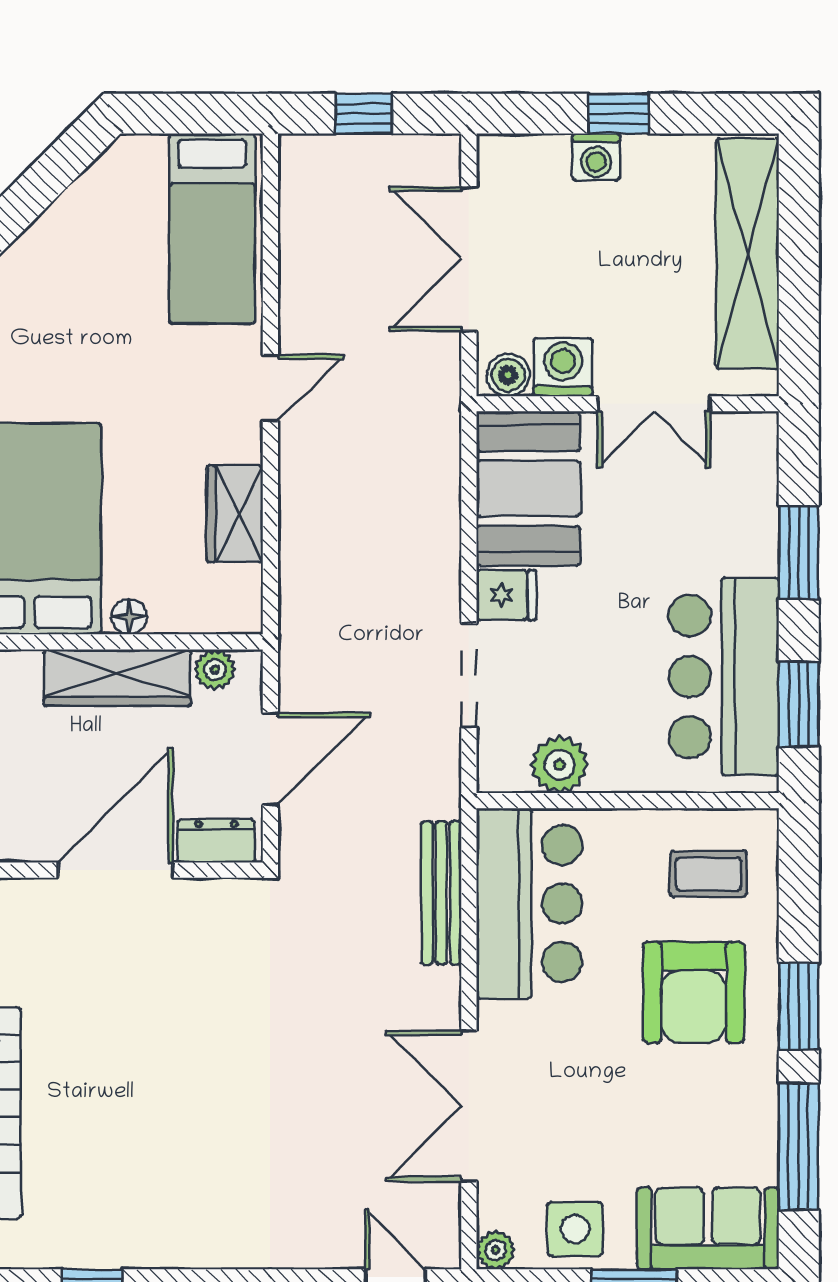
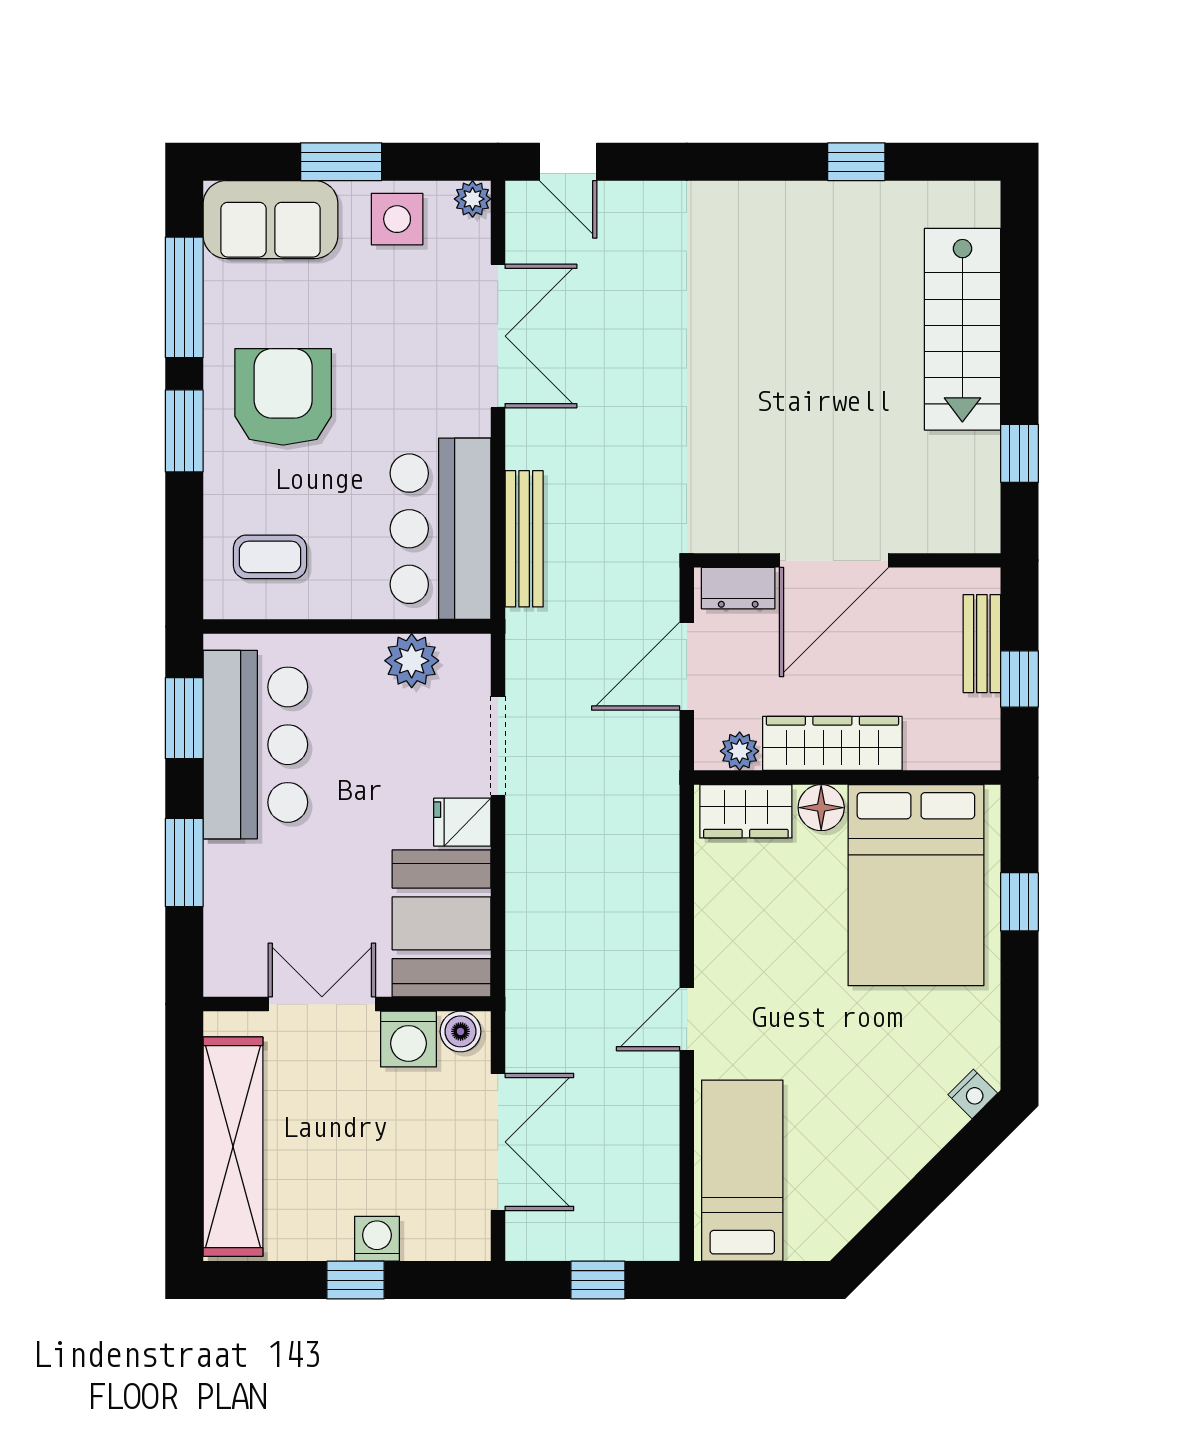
wardrobe: (235, 514) -> (746, 811), moved, turned 90
floor lamp: (129, 617) -> (821, 808), width x1.37, depth x1.37
armchair: (694, 992) -> (283, 397), moved

